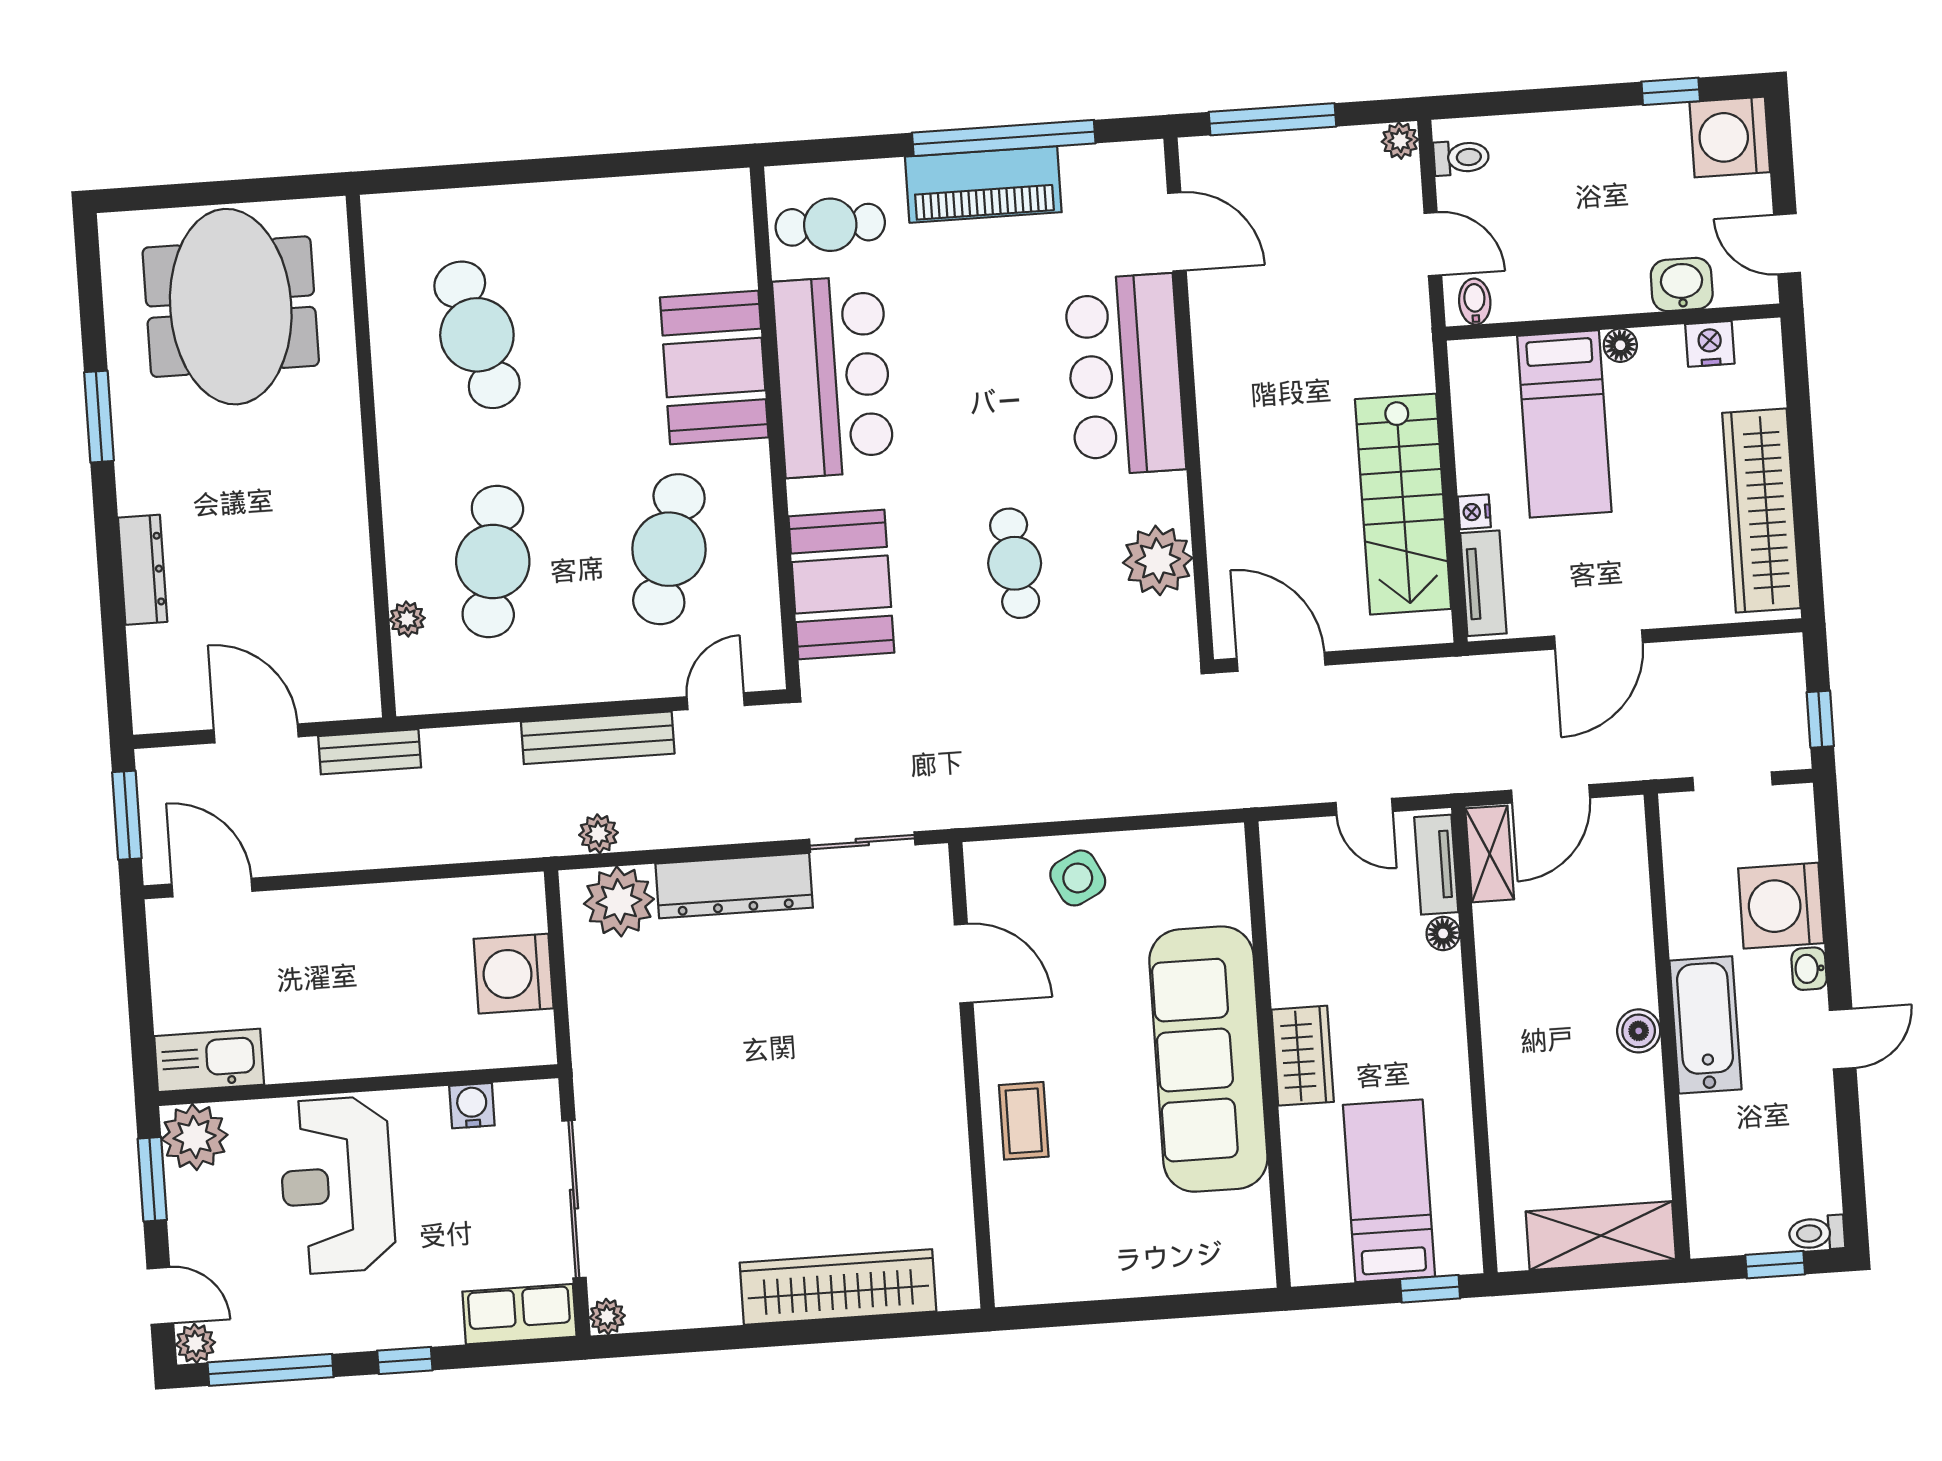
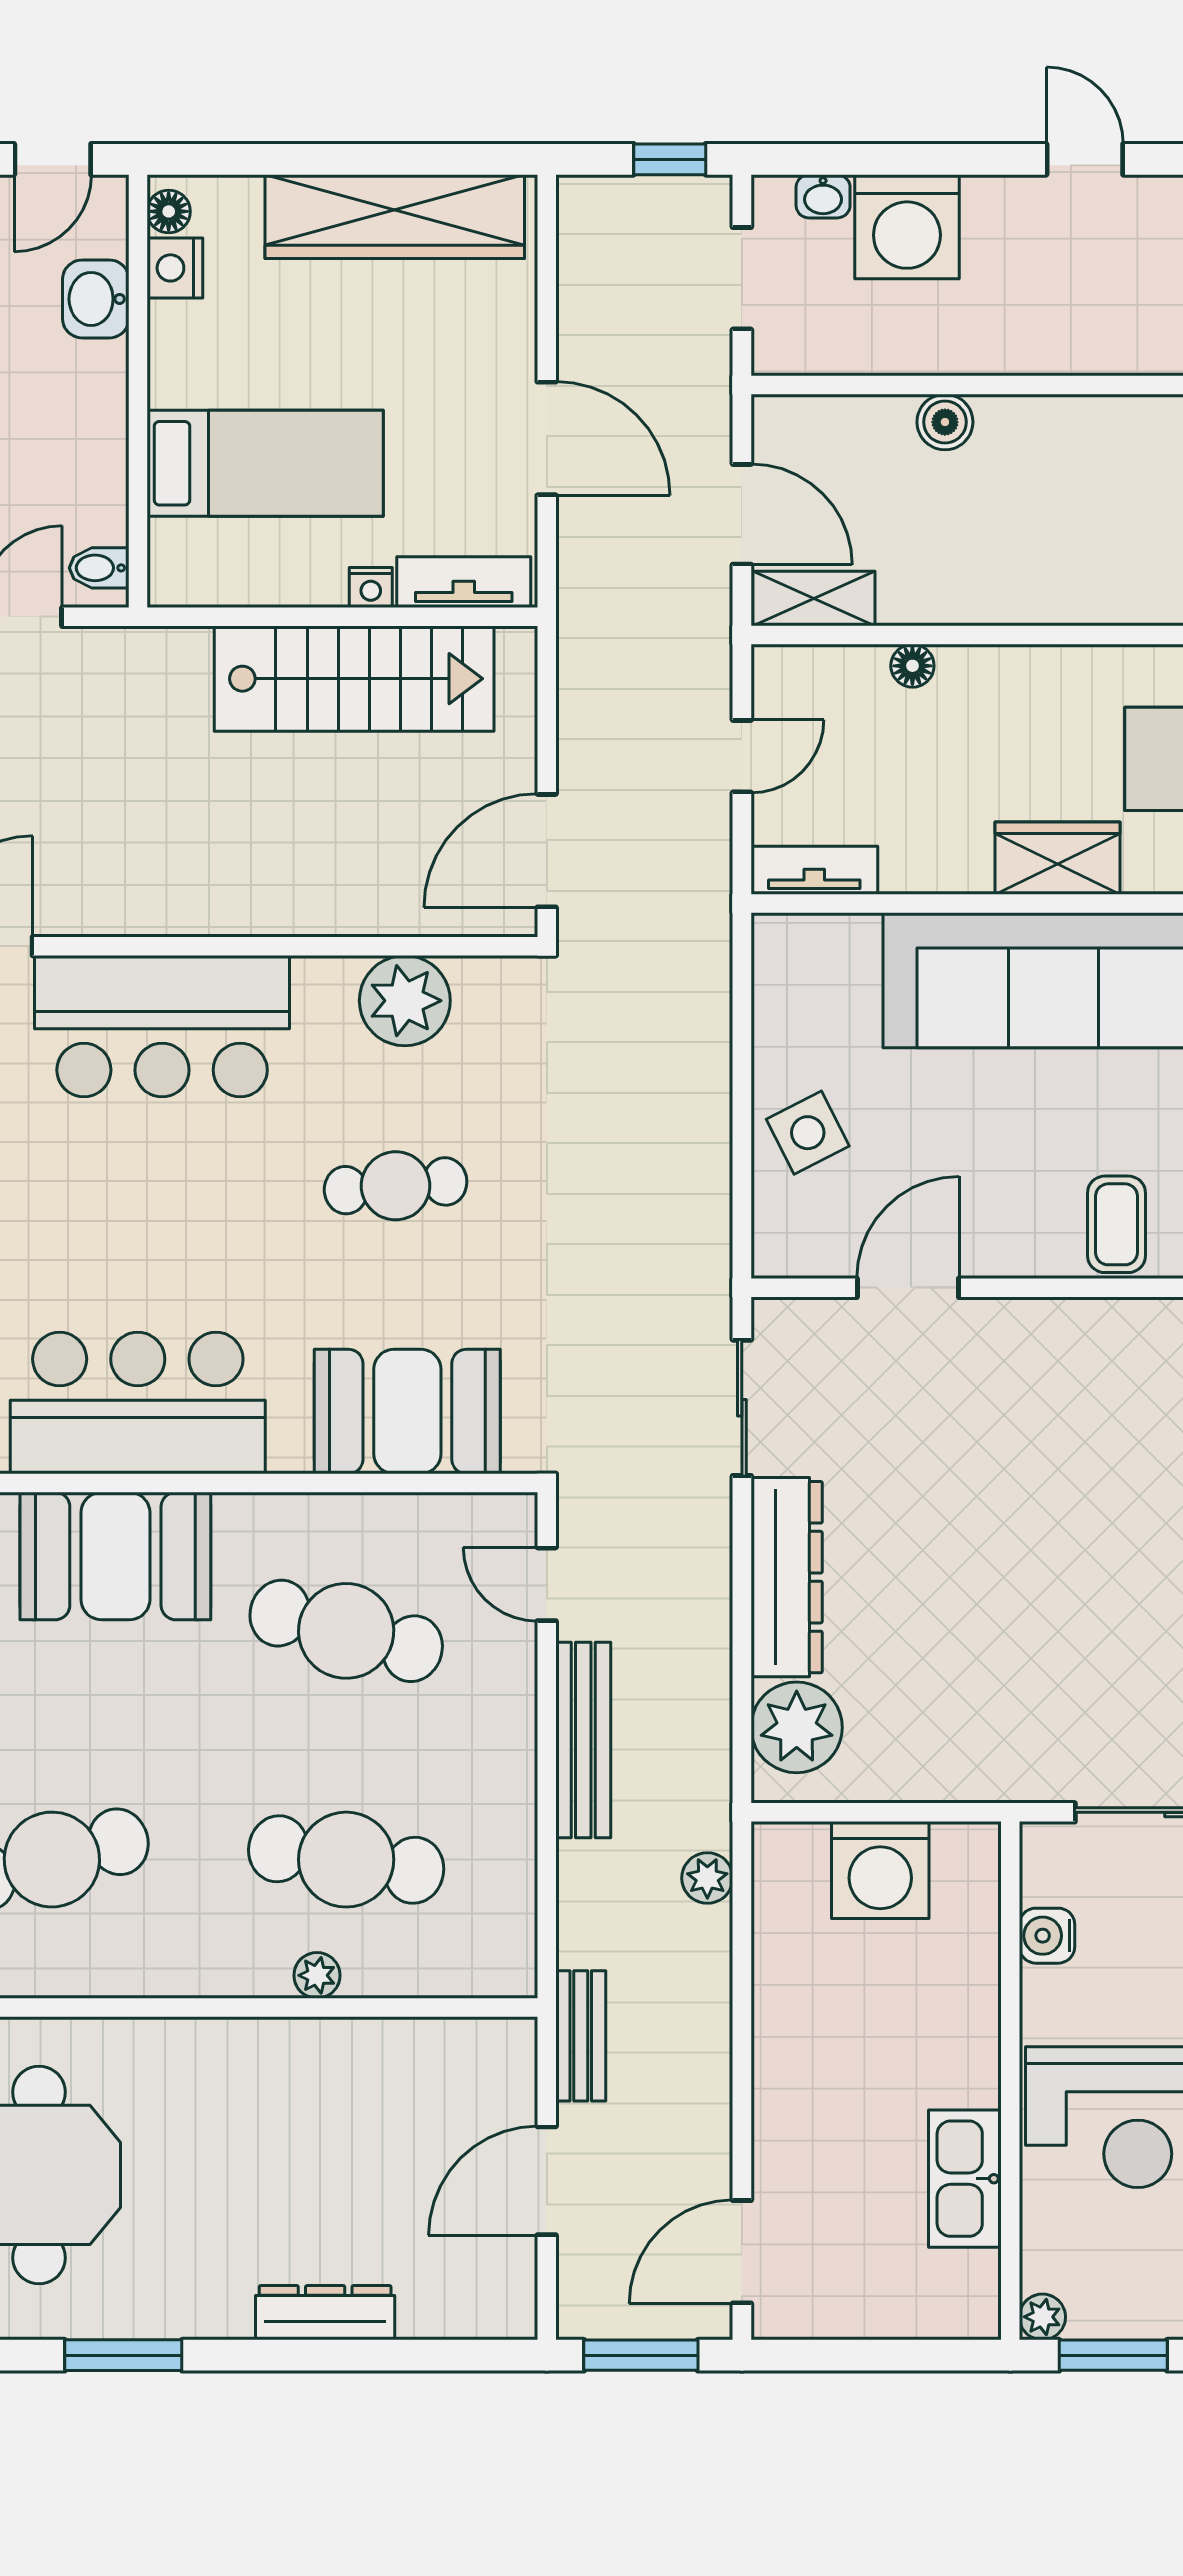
floor lamp: (1620, 345) -> (169, 211), moved
plant: (407, 619) -> (317, 1975), moved
plant: (598, 834) -> (707, 1878), moved
tv unit: (1436, 865) -> (814, 870), moved, turned 180
washbasin: (1809, 969) -> (823, 196), moved
bathtub: (1705, 1025) -> (1054, 335), removed
boiler: (1639, 1031) -> (945, 422), moved
kitchen sink: (209, 1060) -> (965, 2179), moved
coffee table: (1024, 1121) -> (1117, 1224), turned 90
plant: (195, 1137) -> (1042, 2317), width x0.53, depth x0.53

